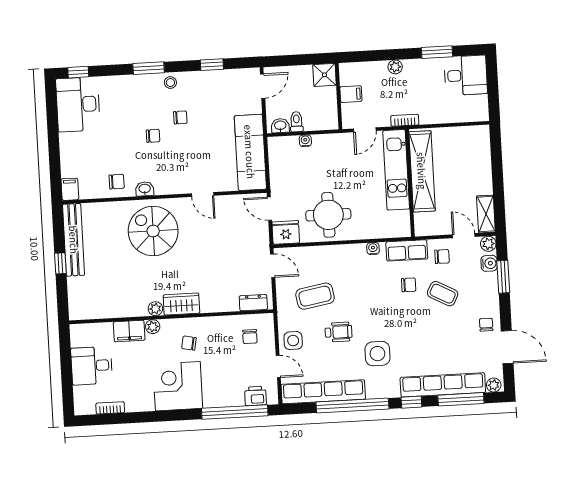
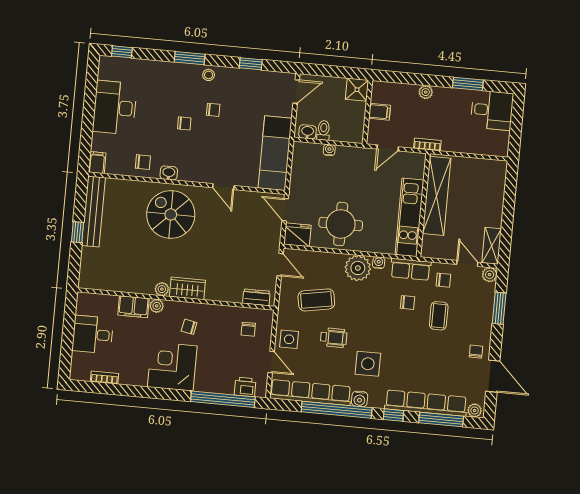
desk: (78, 104) -> (115, 108), moved
kitchen unit: (396, 170) -> (409, 217), moved
plant: (353, 257) -> (358, 268), added
water cooler: (489, 263) -> (360, 399), moved, turned 90
coffee table: (443, 294) -> (439, 316), turned 62

